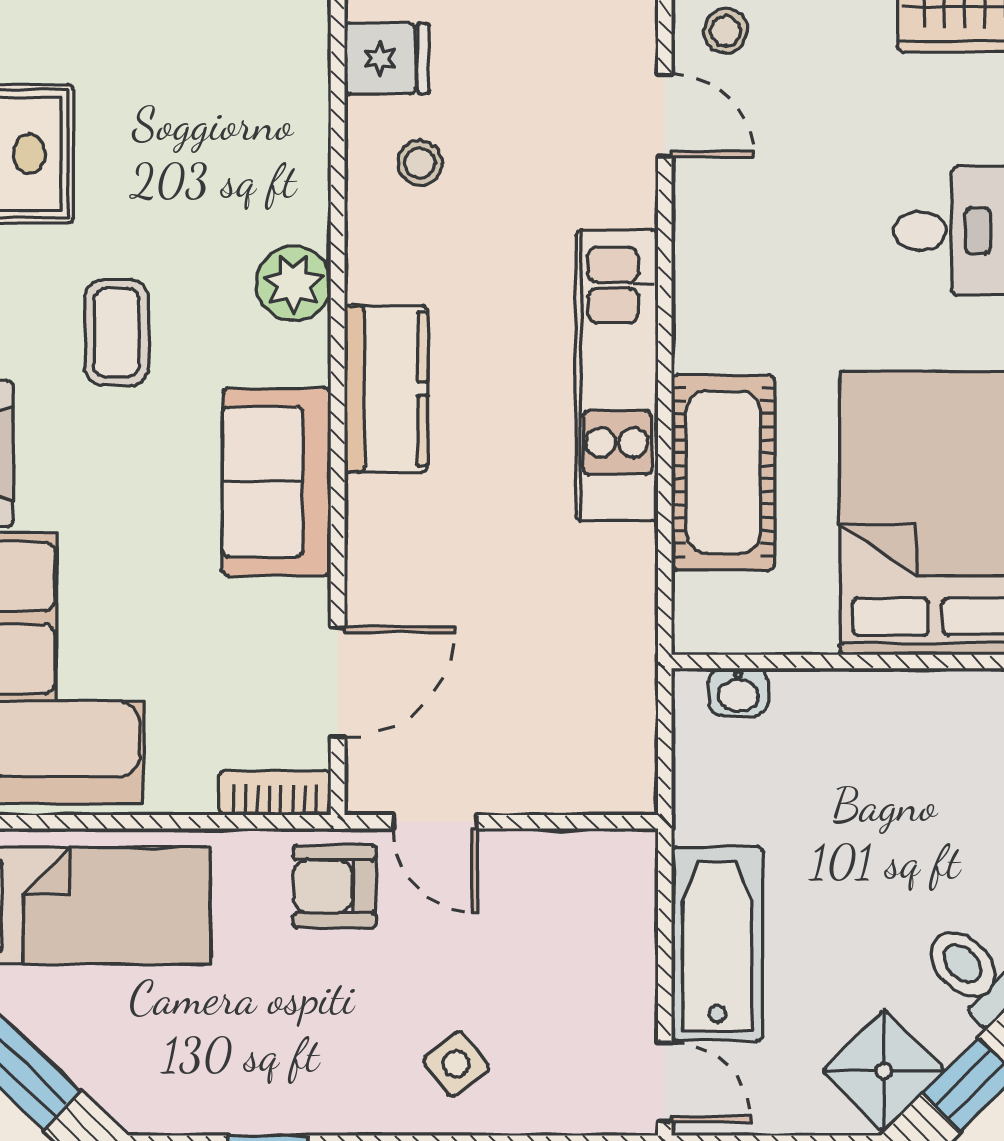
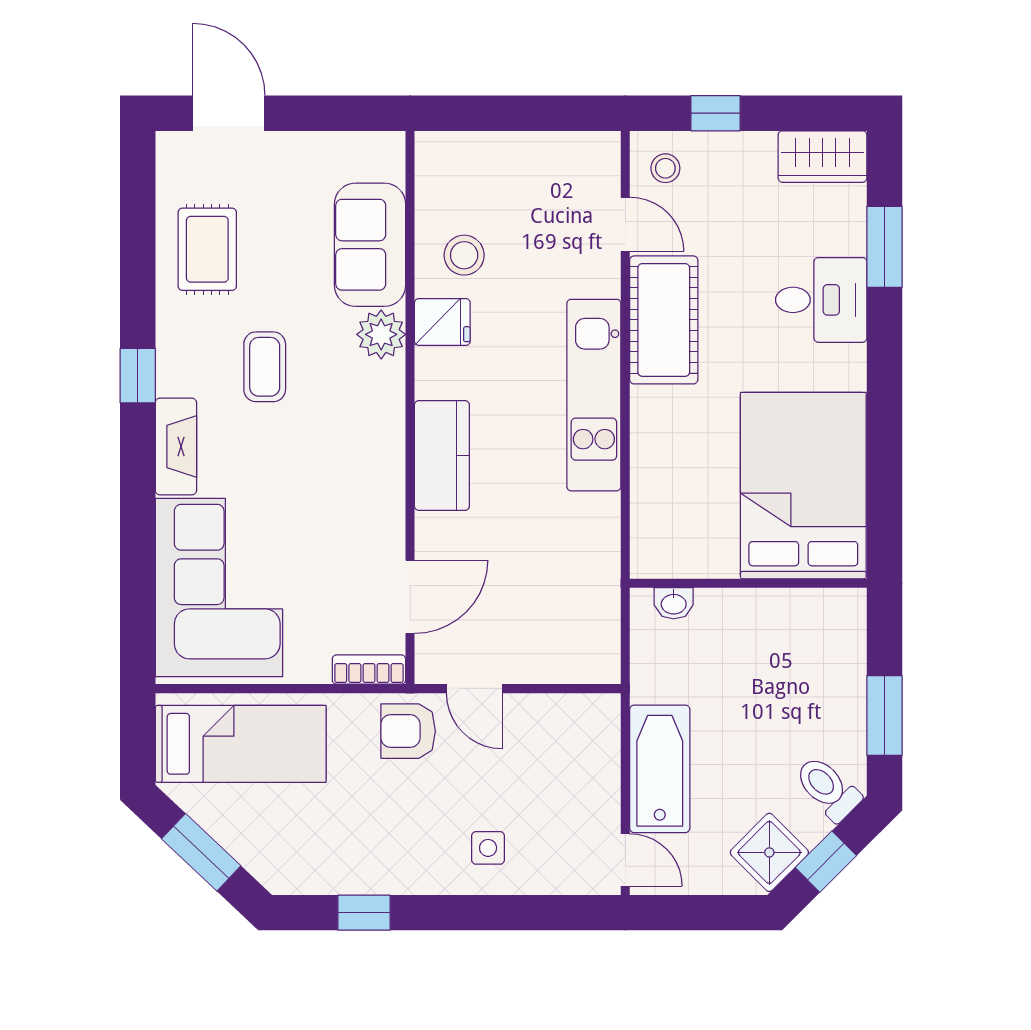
fridge: (387, 58) -> (442, 322), moved
stool: (420, 163) -> (464, 255), width x1.37, depth x1.37
kitchen counter: (386, 389) -> (442, 455), moved
cot: (723, 472) -> (664, 320), moved
sofa: (277, 482) -> (370, 245), moved
side table: (456, 1064) -> (488, 848), turned 38

